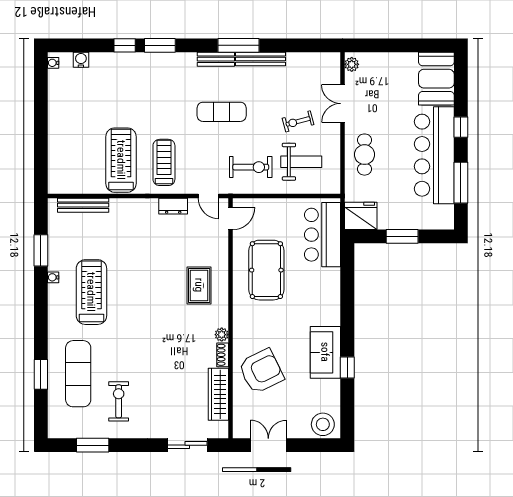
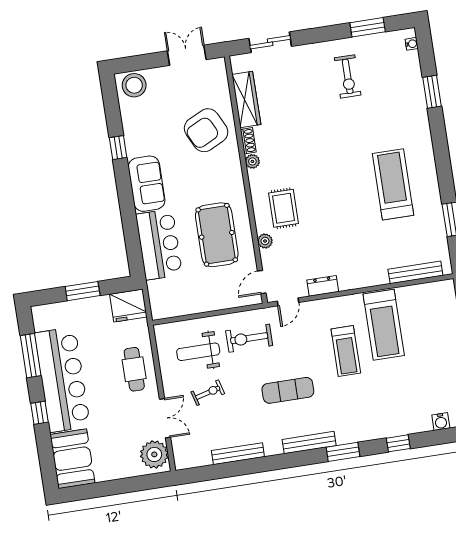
window: (160, 45) -> (343, 452), moved
window: (239, 45) -> (281, 461), removed
bench: (216, 59) -> (309, 443), width x1.36
bench: (261, 59) -> (238, 454), moved
plant: (352, 64) -> (154, 454), width x1.88, depth x1.88
treadmill: (164, 162) -> (346, 351), moved
door: (209, 196) -> (288, 302), swing flipped
bar counter: (323, 235) -> (159, 244), moved
plant: (221, 257) -> (265, 241), added
water cooler: (53, 277) -> (412, 44), moved
treadmill: (91, 292) -> (393, 184), turned 180
sofa: (325, 352) -> (147, 184), moved
exercise mat: (78, 374) -> (394, 98), removed
double door: (268, 445) -> (187, 55), swing flipped

